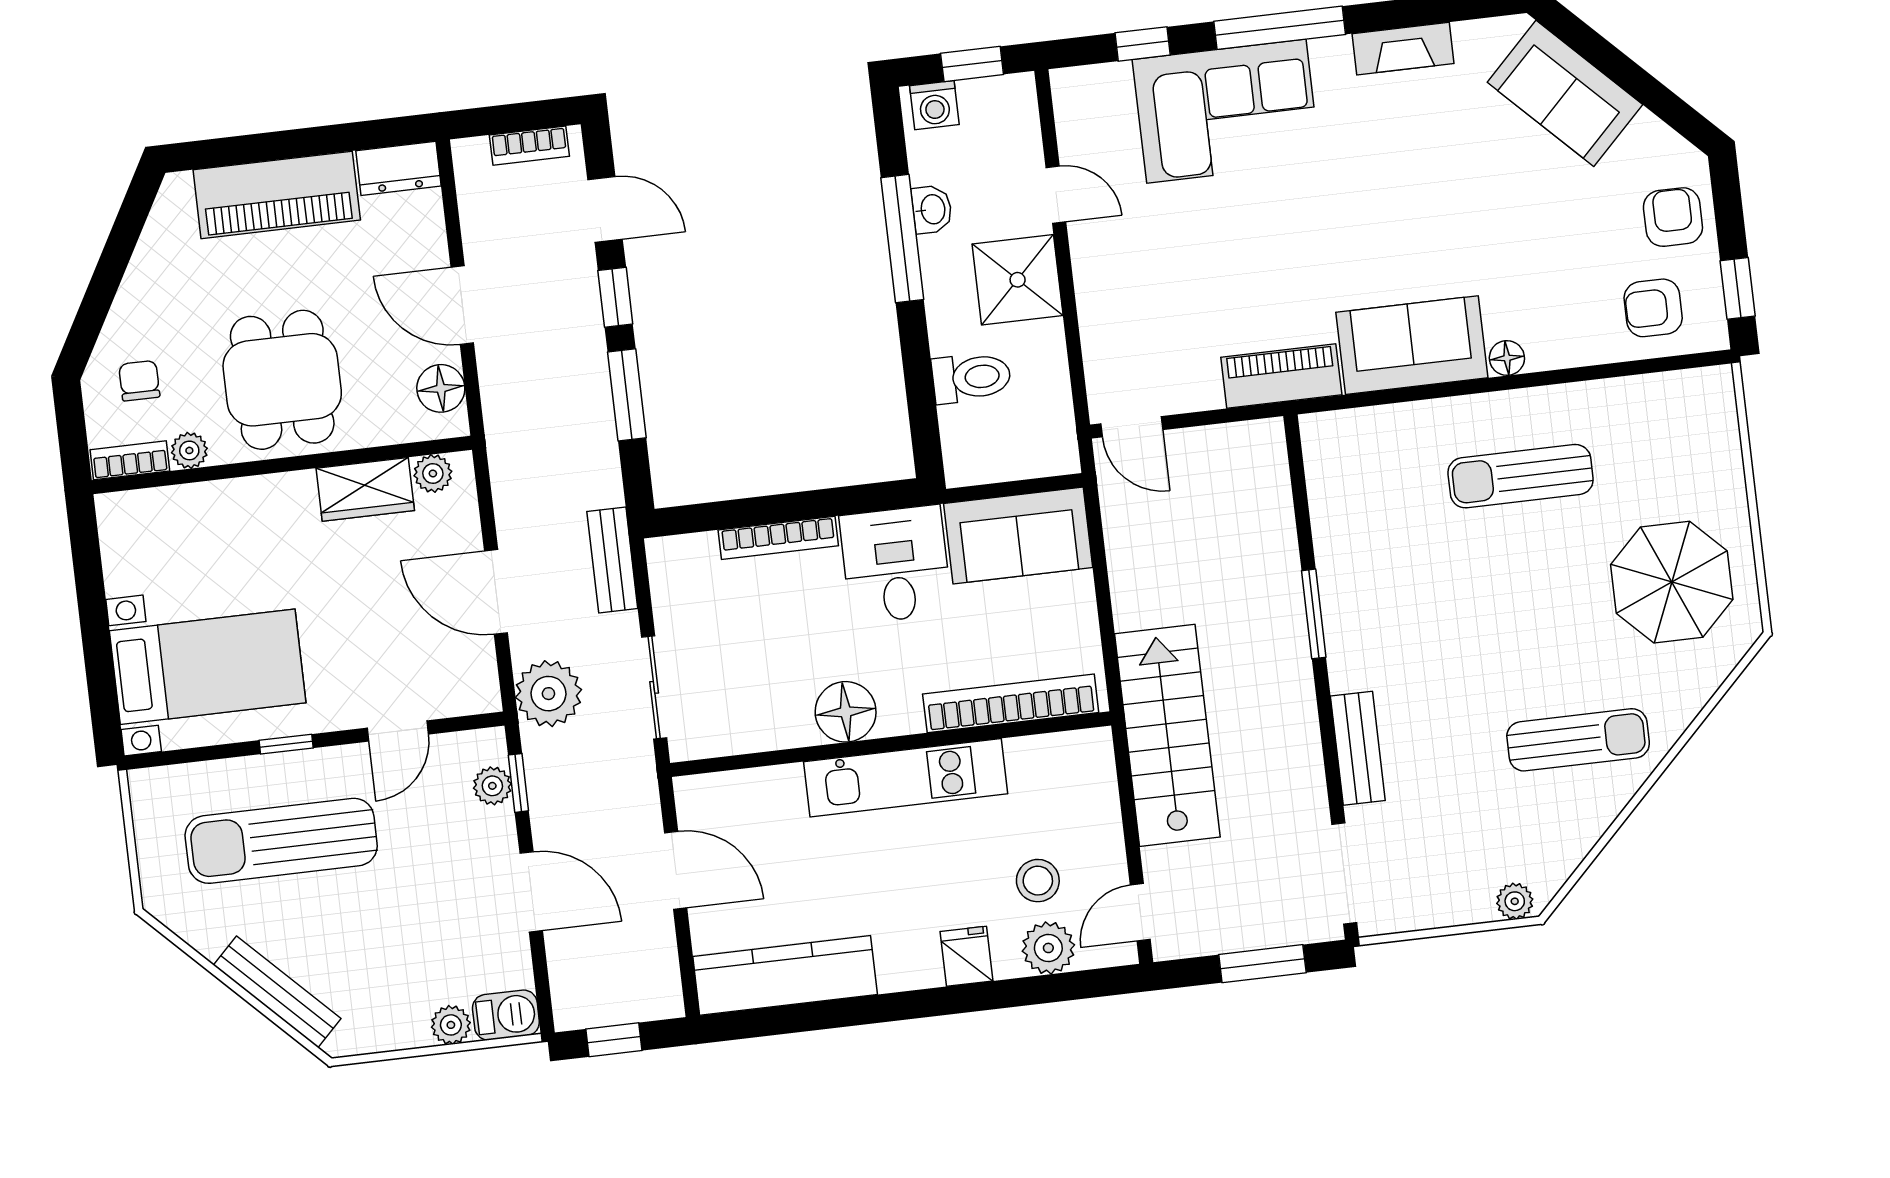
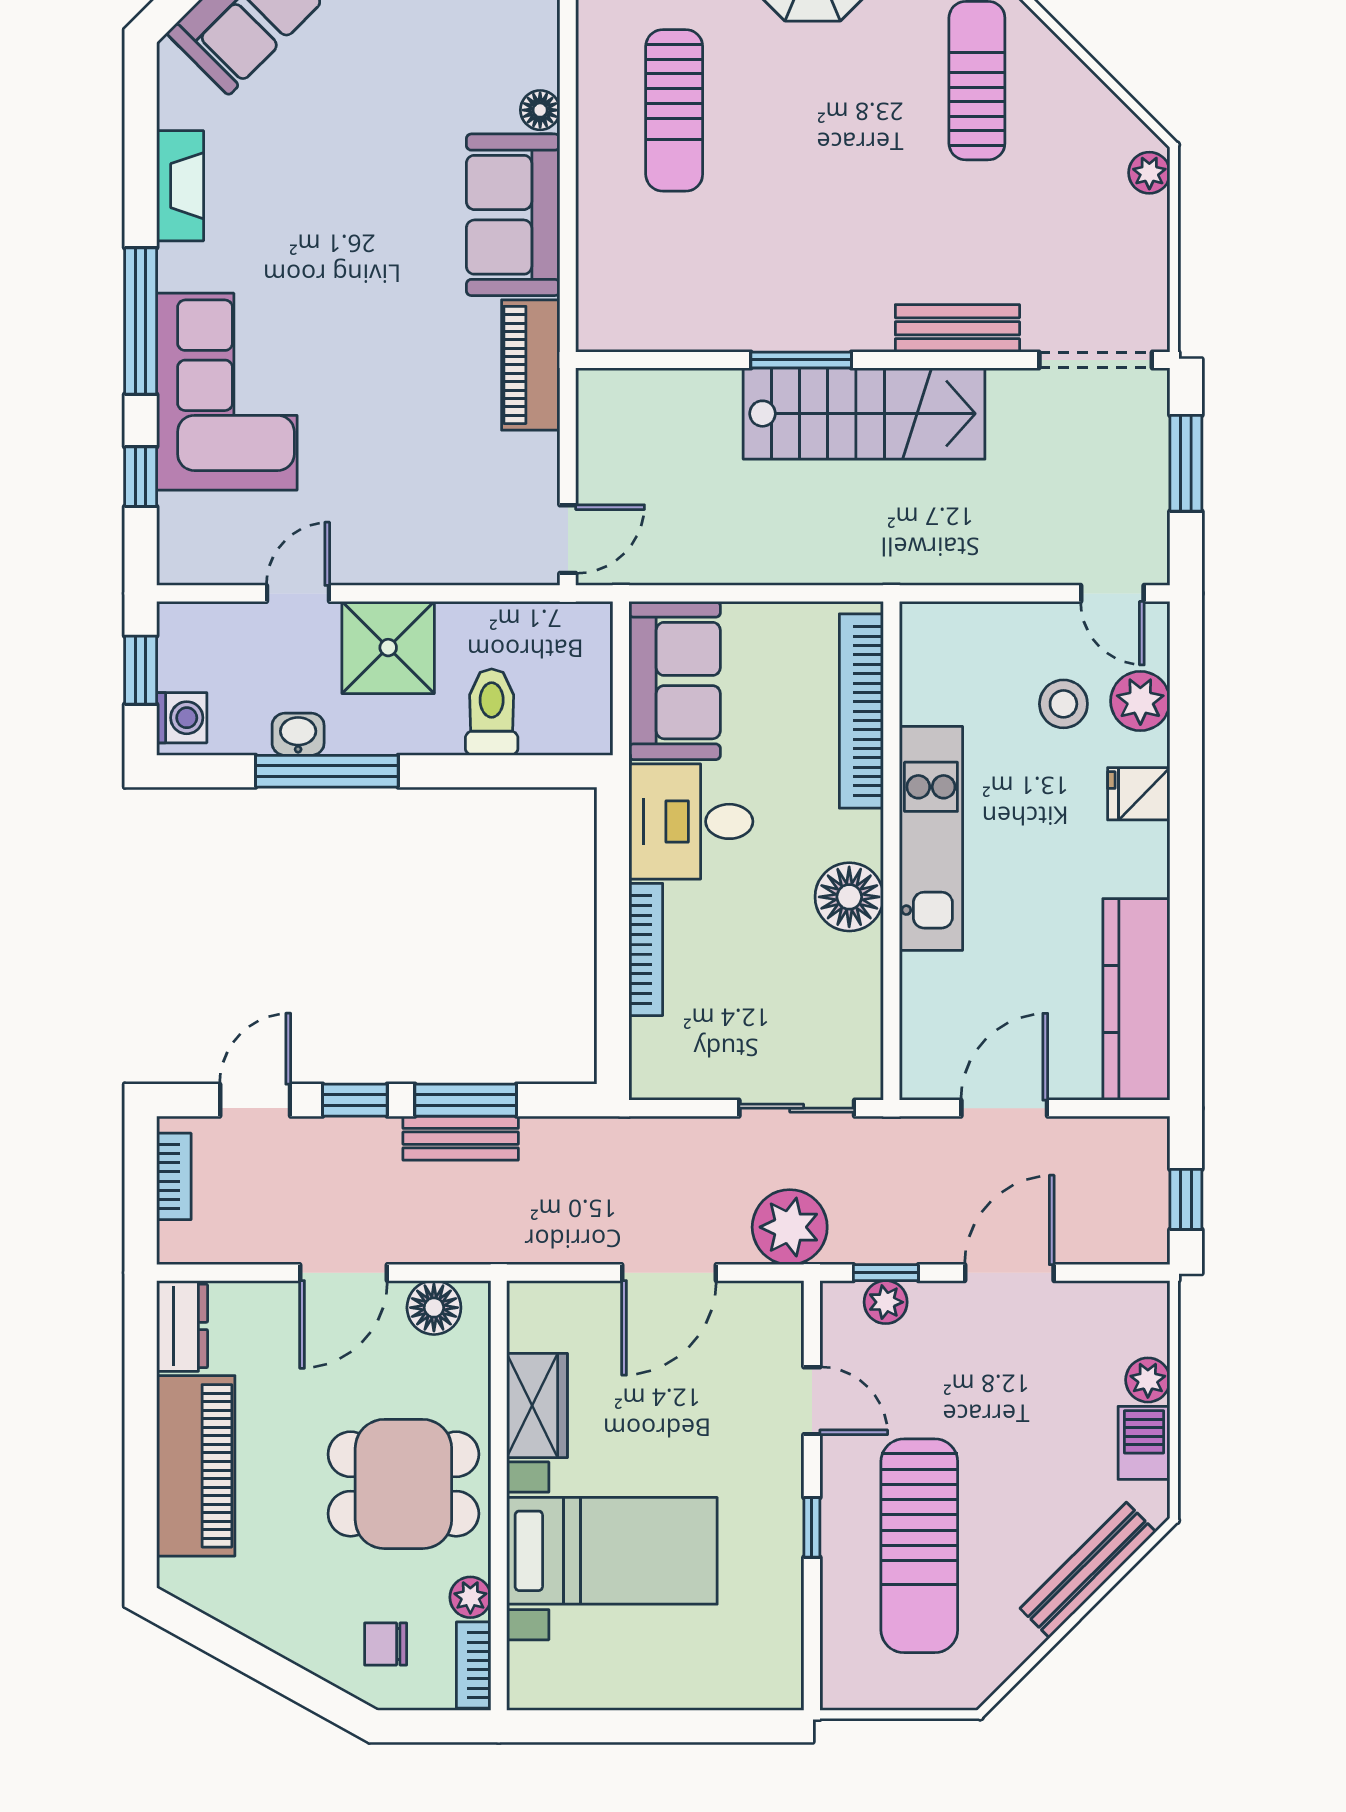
plant: (433, 474) -> (528, 1328), removed
bench: (612, 560) -> (461, 1138), moved
bed with nightstands: (208, 667) -> (612, 1551), moved, turned 90
stairs: (1167, 735) -> (864, 414), moved, turned 180
barbecue: (506, 1015) -> (1144, 1443), moved

